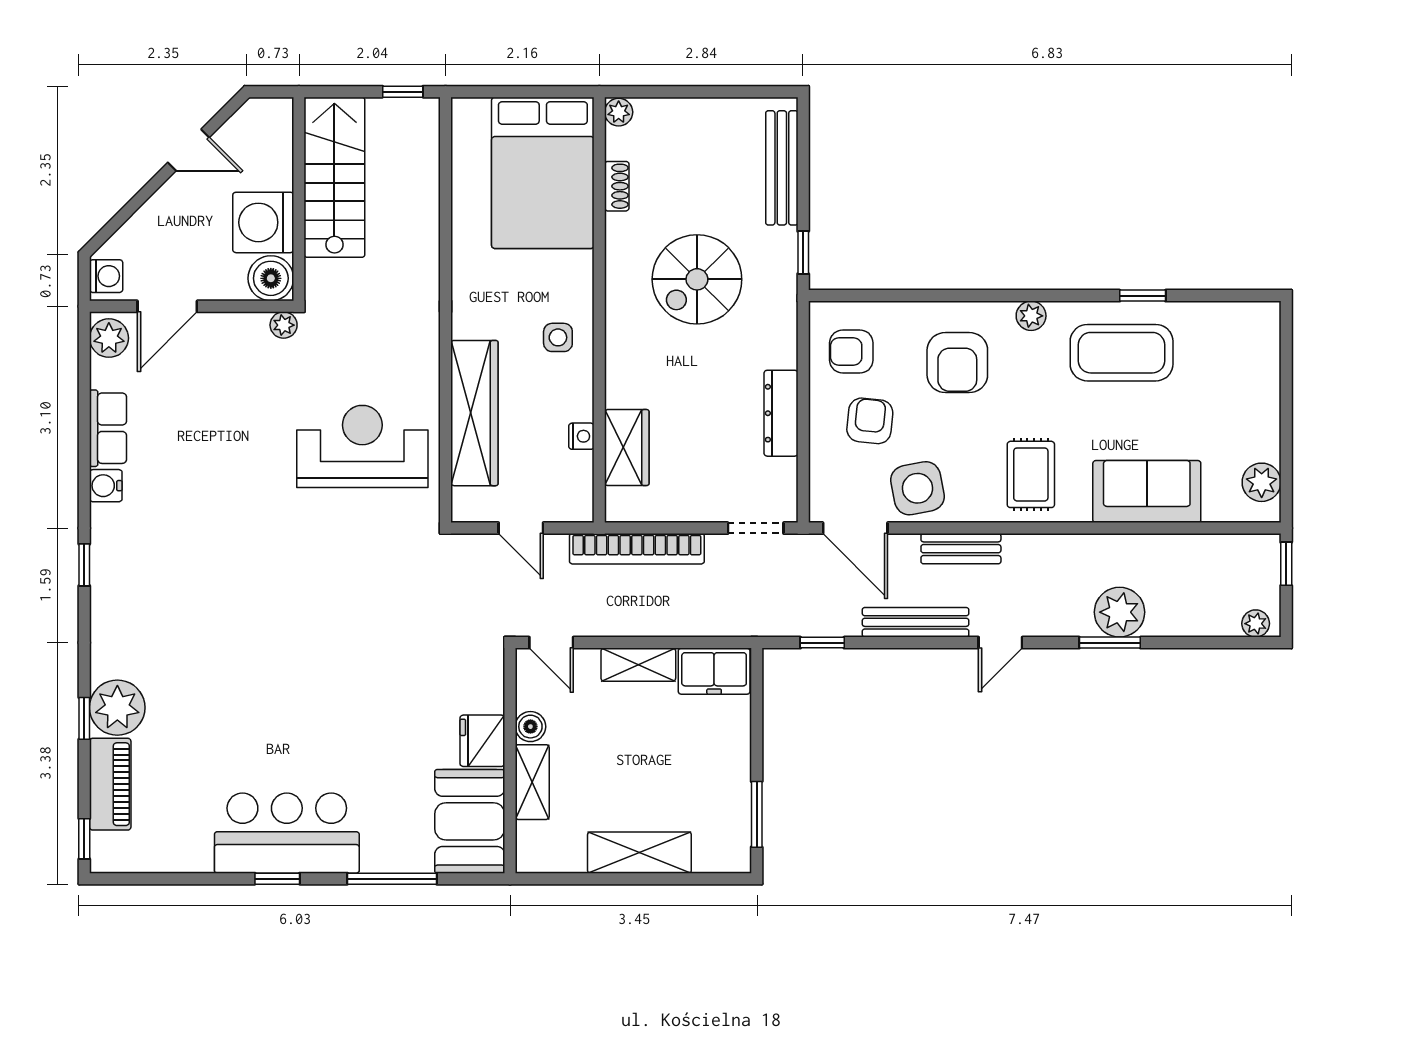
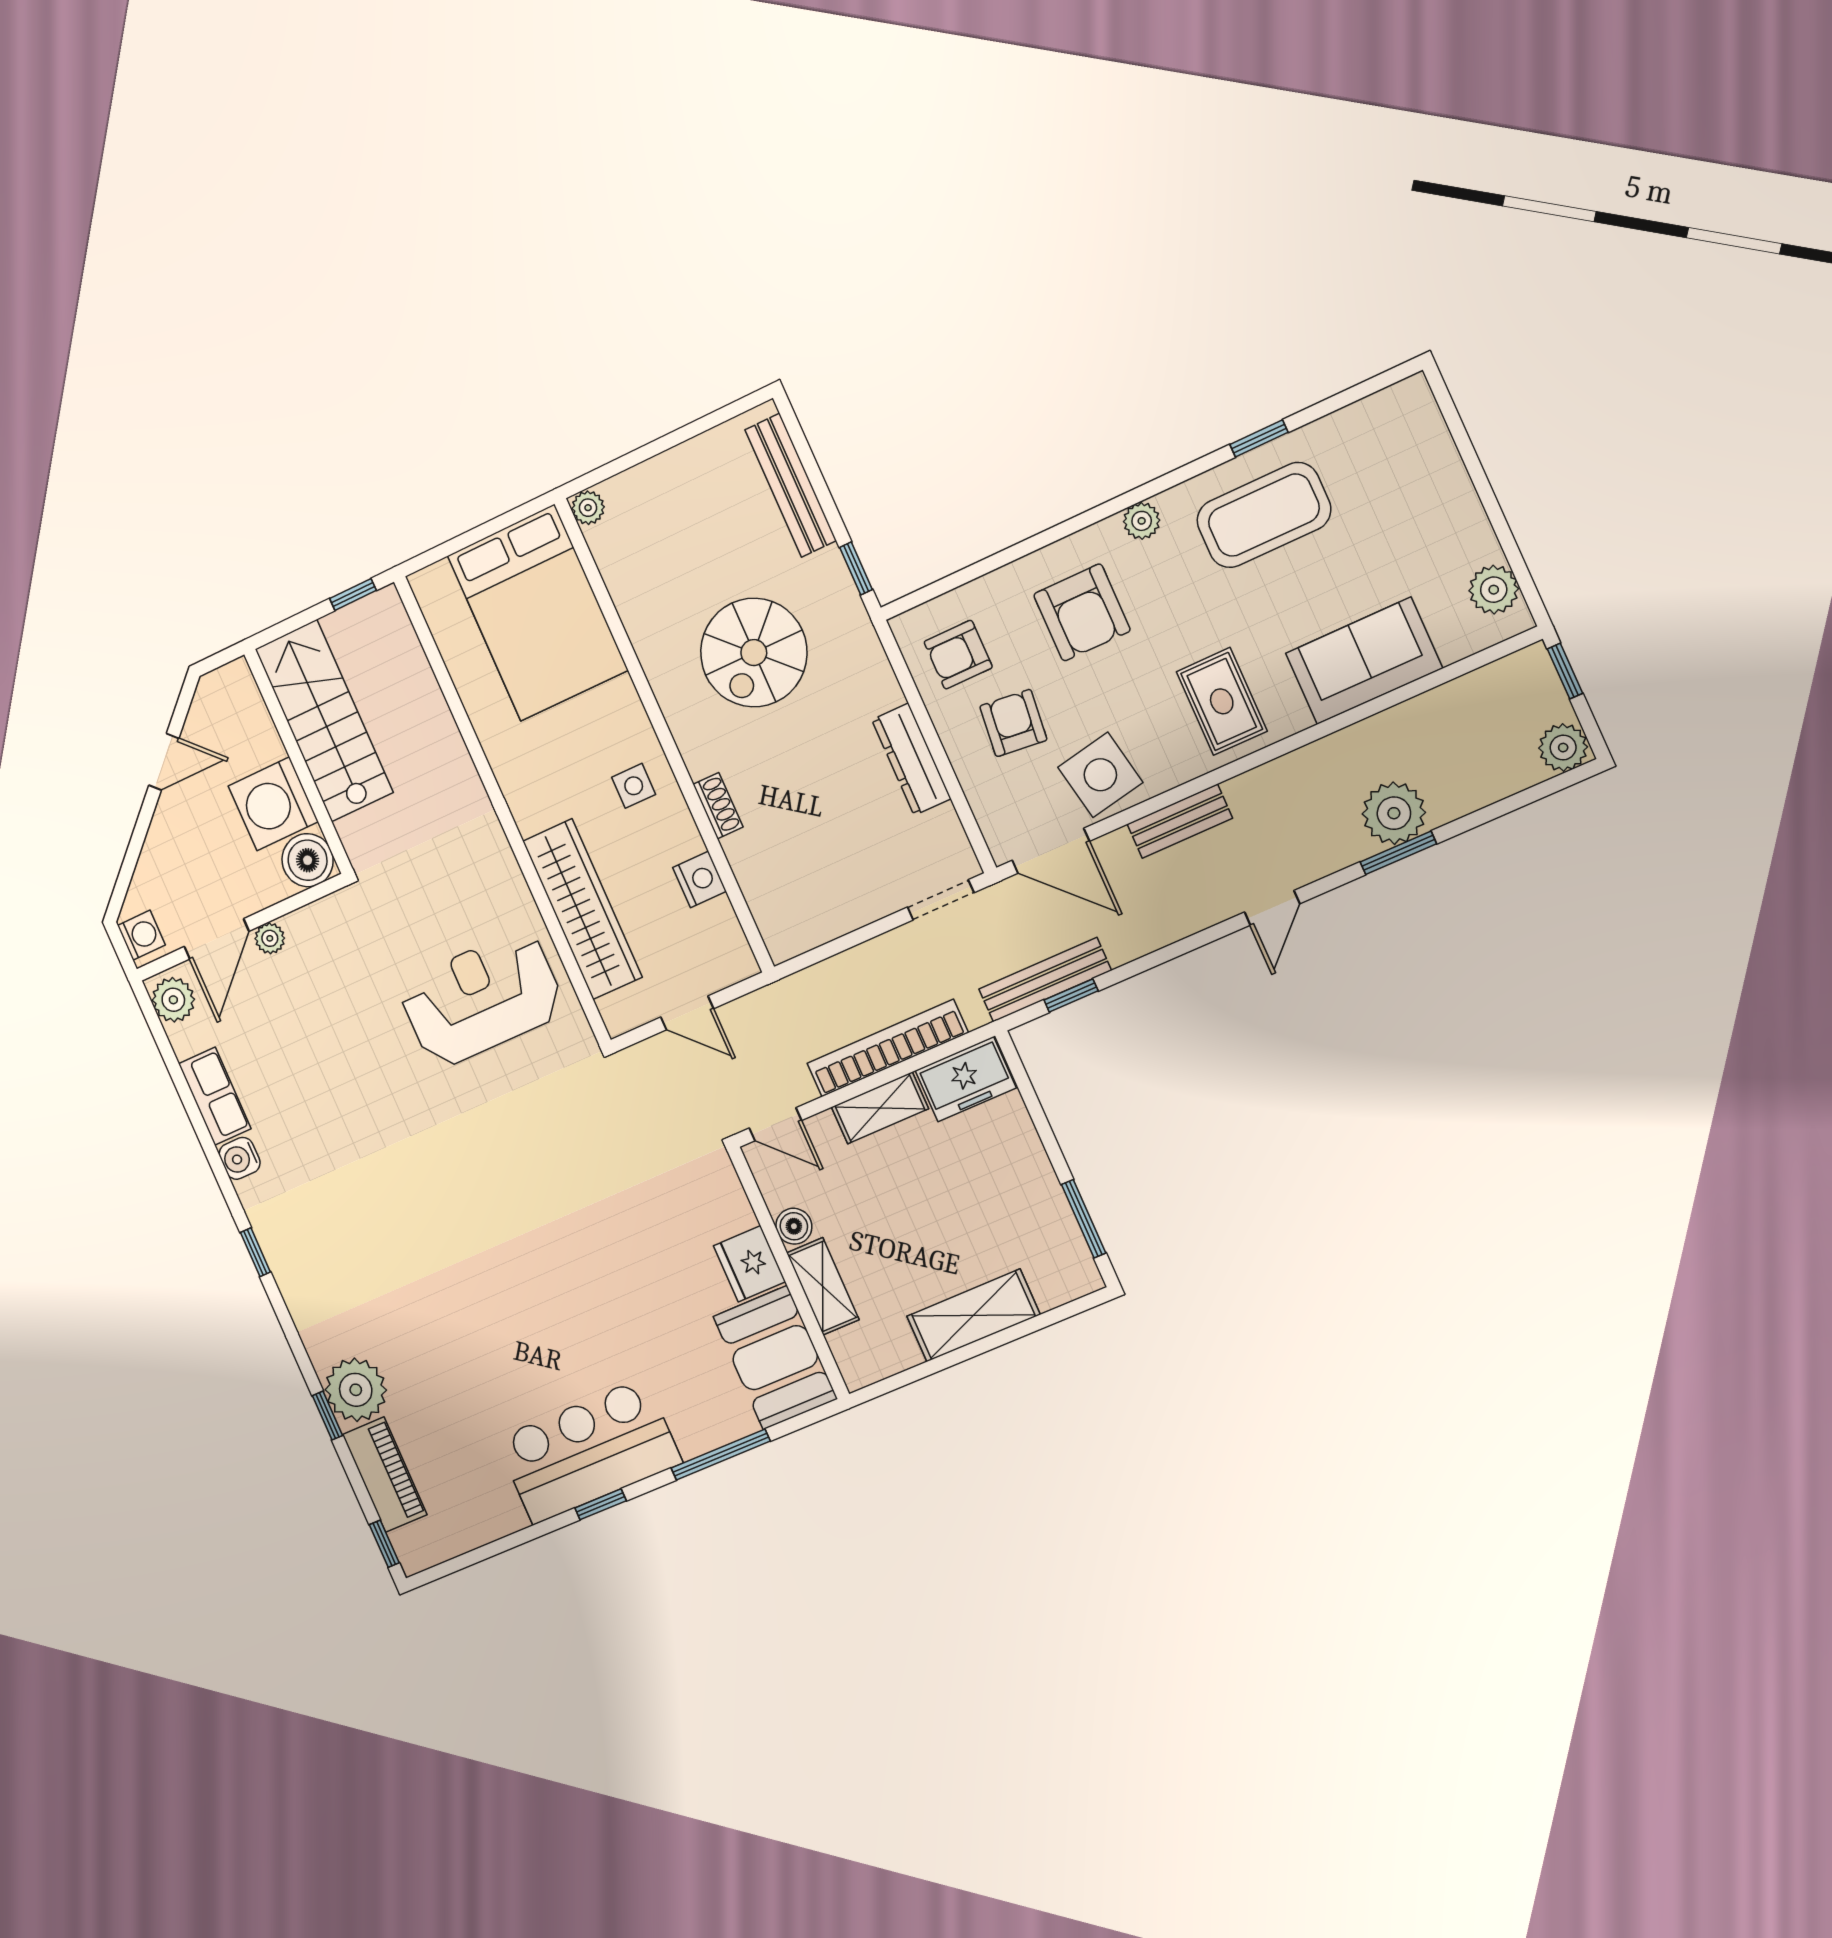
shoe rack: (617, 186) -> (718, 806), moved
plant: (284, 325) -> (270, 938), moved
nightstand: (581, 436) -> (700, 879), width x1.39, depth x1.35
wardrobe: (627, 448) -> (761, 873), removed
bookcase: (637, 549) -> (887, 1048), moved, turned 180
bench: (916, 622) -> (1045, 980), moved
plant: (1256, 624) -> (1563, 748), width x1.38, depth x1.38

